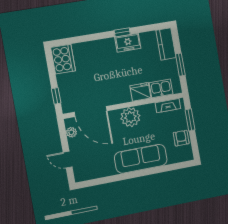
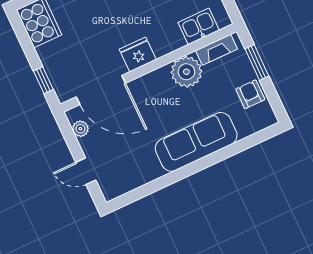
fridge: (140, 92) -> (138, 54), moved
plant: (130, 117) -> (186, 72), moved

